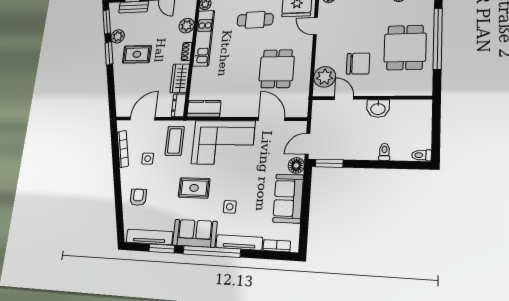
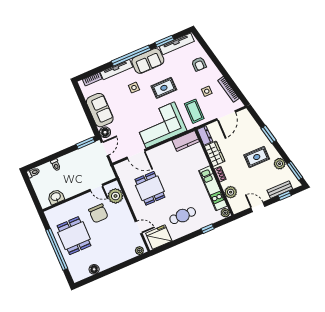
window: (109, 53) -> (269, 134), moved
chair: (358, 64) -> (98, 213), turned -90
washbasin: (378, 109) -> (56, 197), moved

